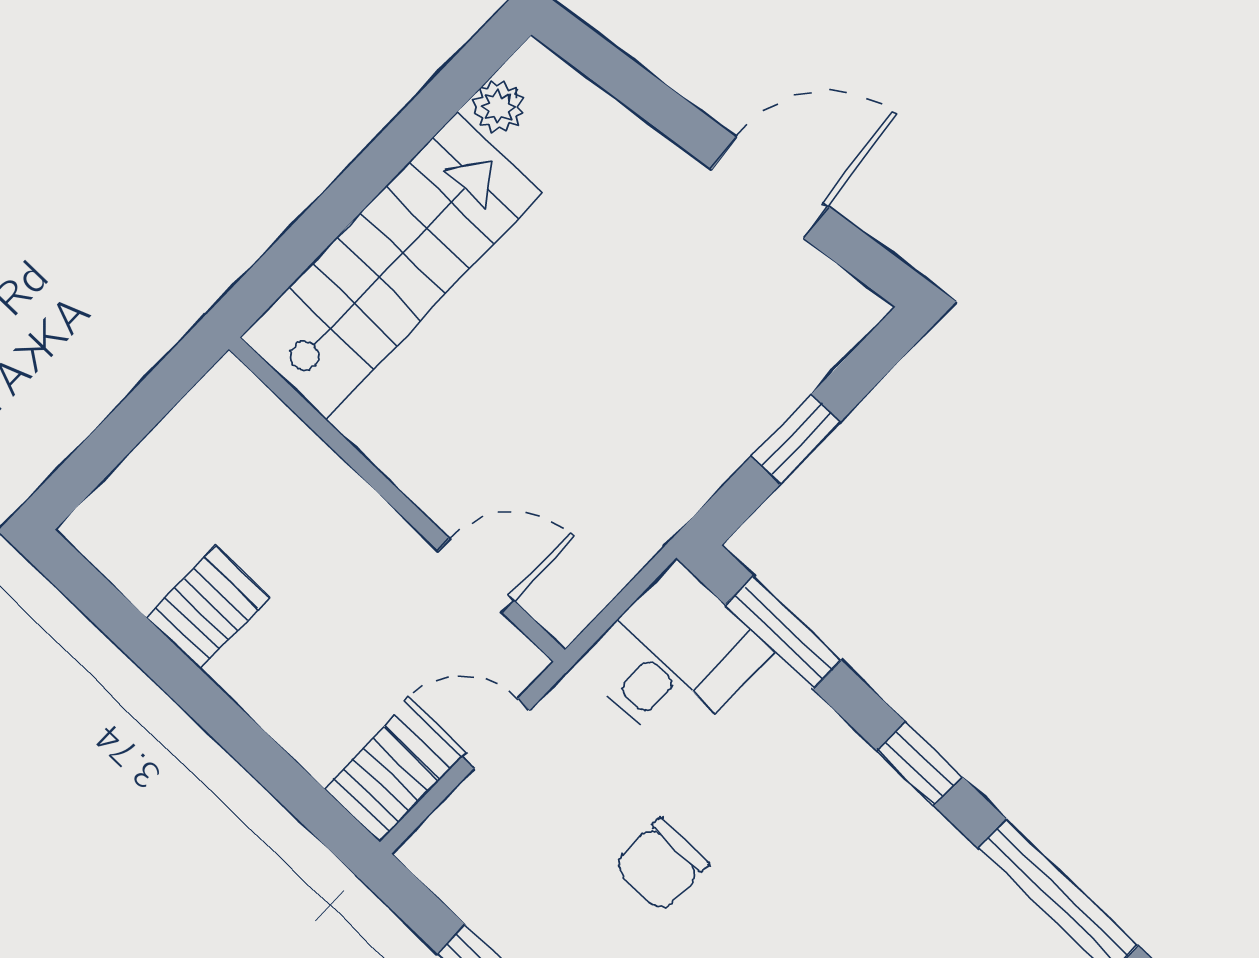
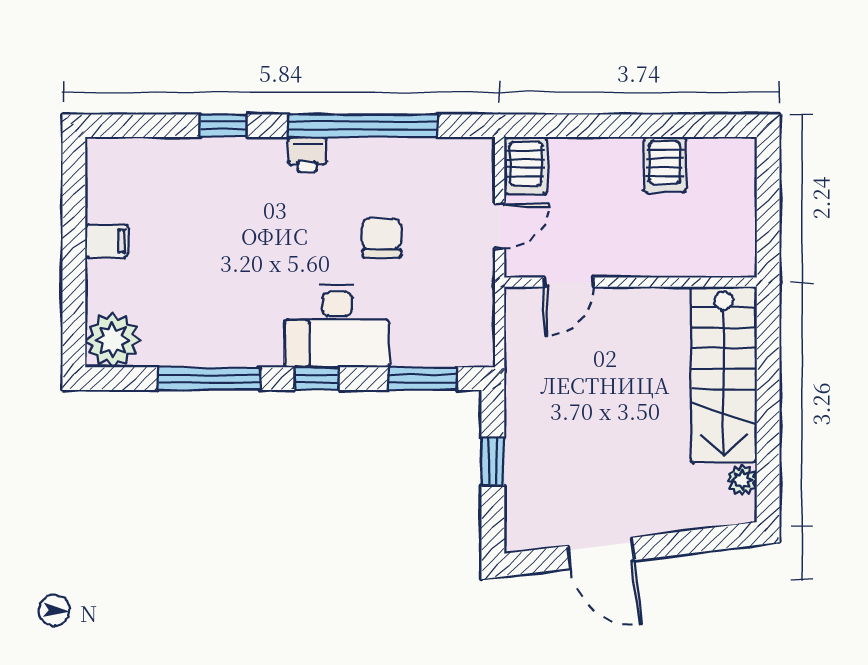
door: (770, 188) -> (601, 553), hinge flipped
desk: (675, 658) -> (337, 326), moved, width x1.37

